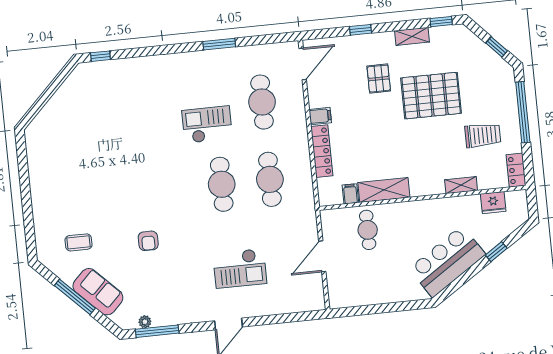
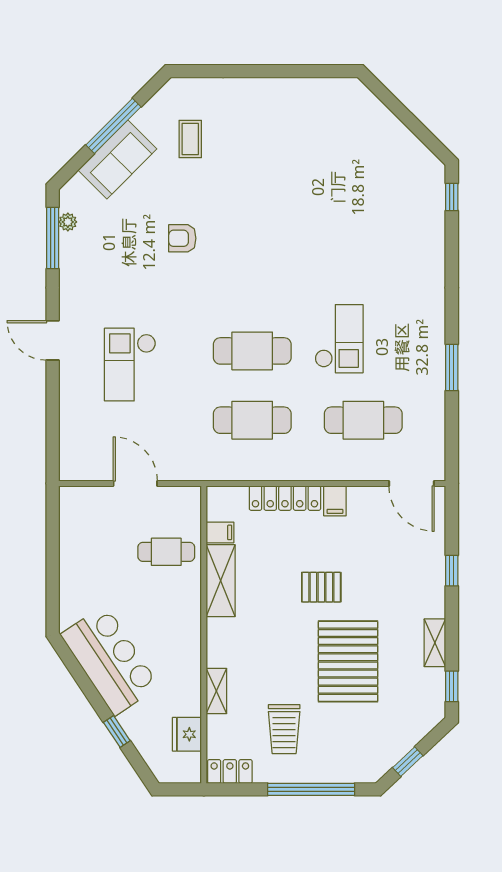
pallet: (379, 79) -> (321, 587), moved

